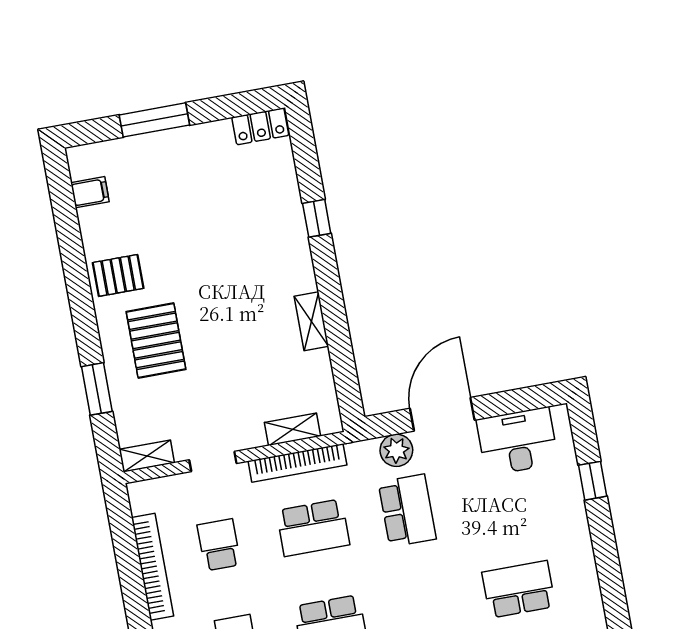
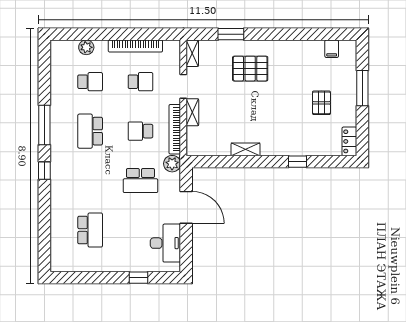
pallet: (118, 275) -> (321, 103), moved
shelving: (293, 429) -> (192, 112), moved
plant: (396, 450) -> (172, 164), moved
school desk: (313, 528) -> (140, 131), width x0.54

